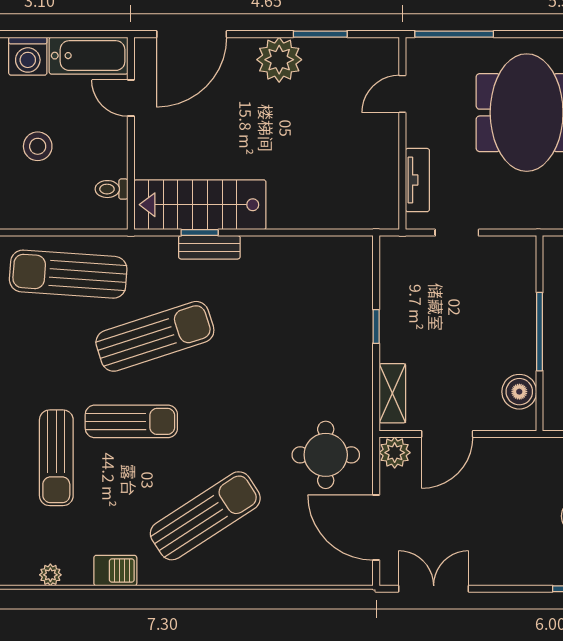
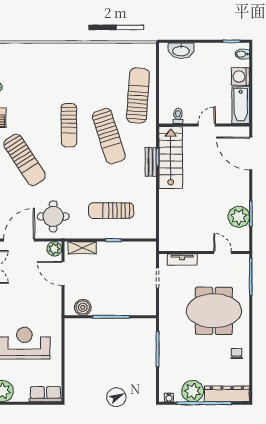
plant: (279, 60) -> (239, 217), moved
door: (131, 98) -> (207, 125), moved
stool: (38, 146) -> (198, 81), removed
sun lounger: (56, 458) -> (111, 211), moved

